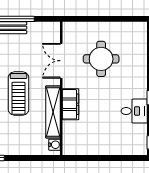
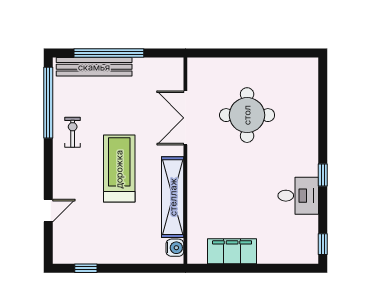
treadmill: (19, 94) -> (119, 169), turned 180
filing cabinet: (71, 104) -> (232, 251), moved, turned -90

